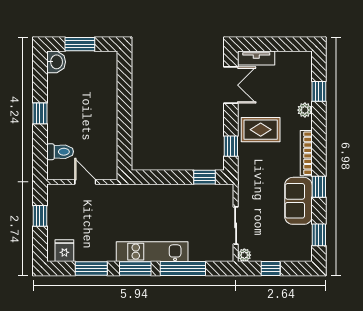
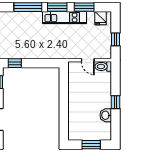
washbasin: (56, 62) -> (106, 115), moved
toilet: (60, 152) -> (103, 66), moved
kitchen unit: (152, 252) -> (64, 18), moved

